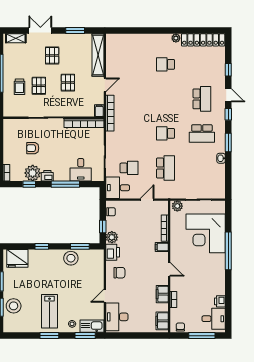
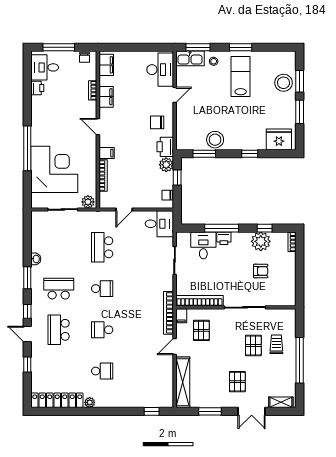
window: (124, 31) -> (152, 411), added
pallet: (68, 83) -> (201, 330), moved
school desk: (129, 168) -> (102, 330), moved
printer: (47, 176) -> (224, 238), moved

